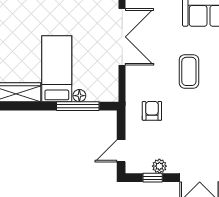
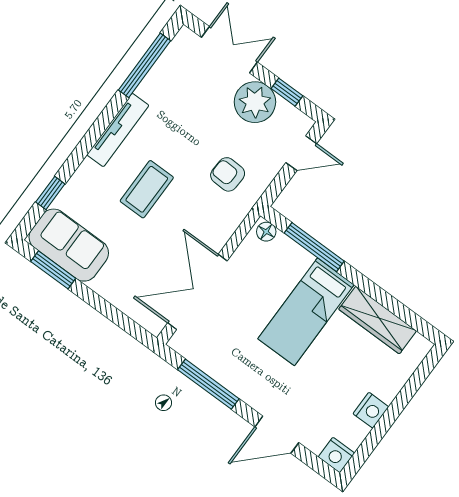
floor lamp: (79, 96) -> (266, 232), moved
armchair: (152, 111) -> (228, 174), turned 92
plant: (159, 166) -> (255, 102), width x1.87, depth x1.87

